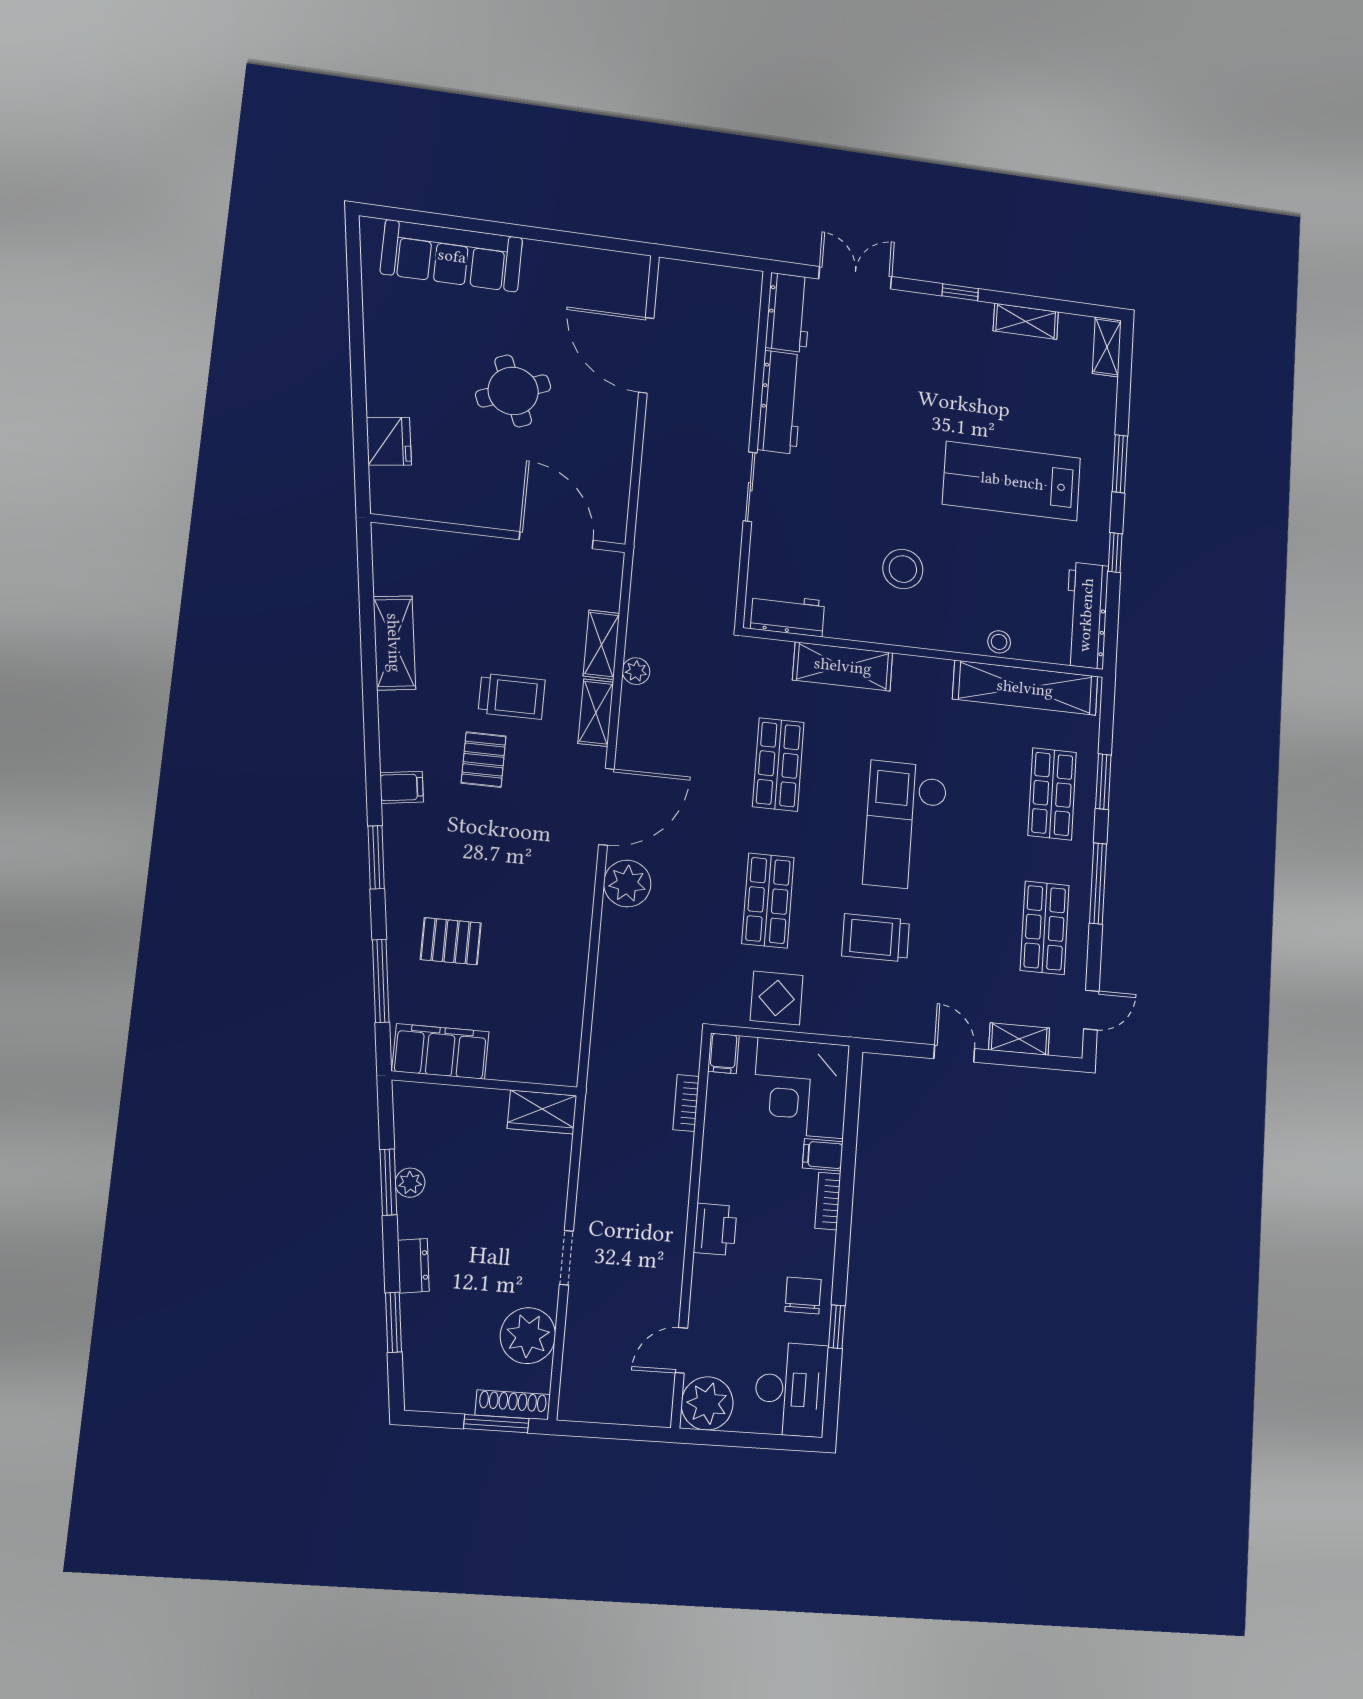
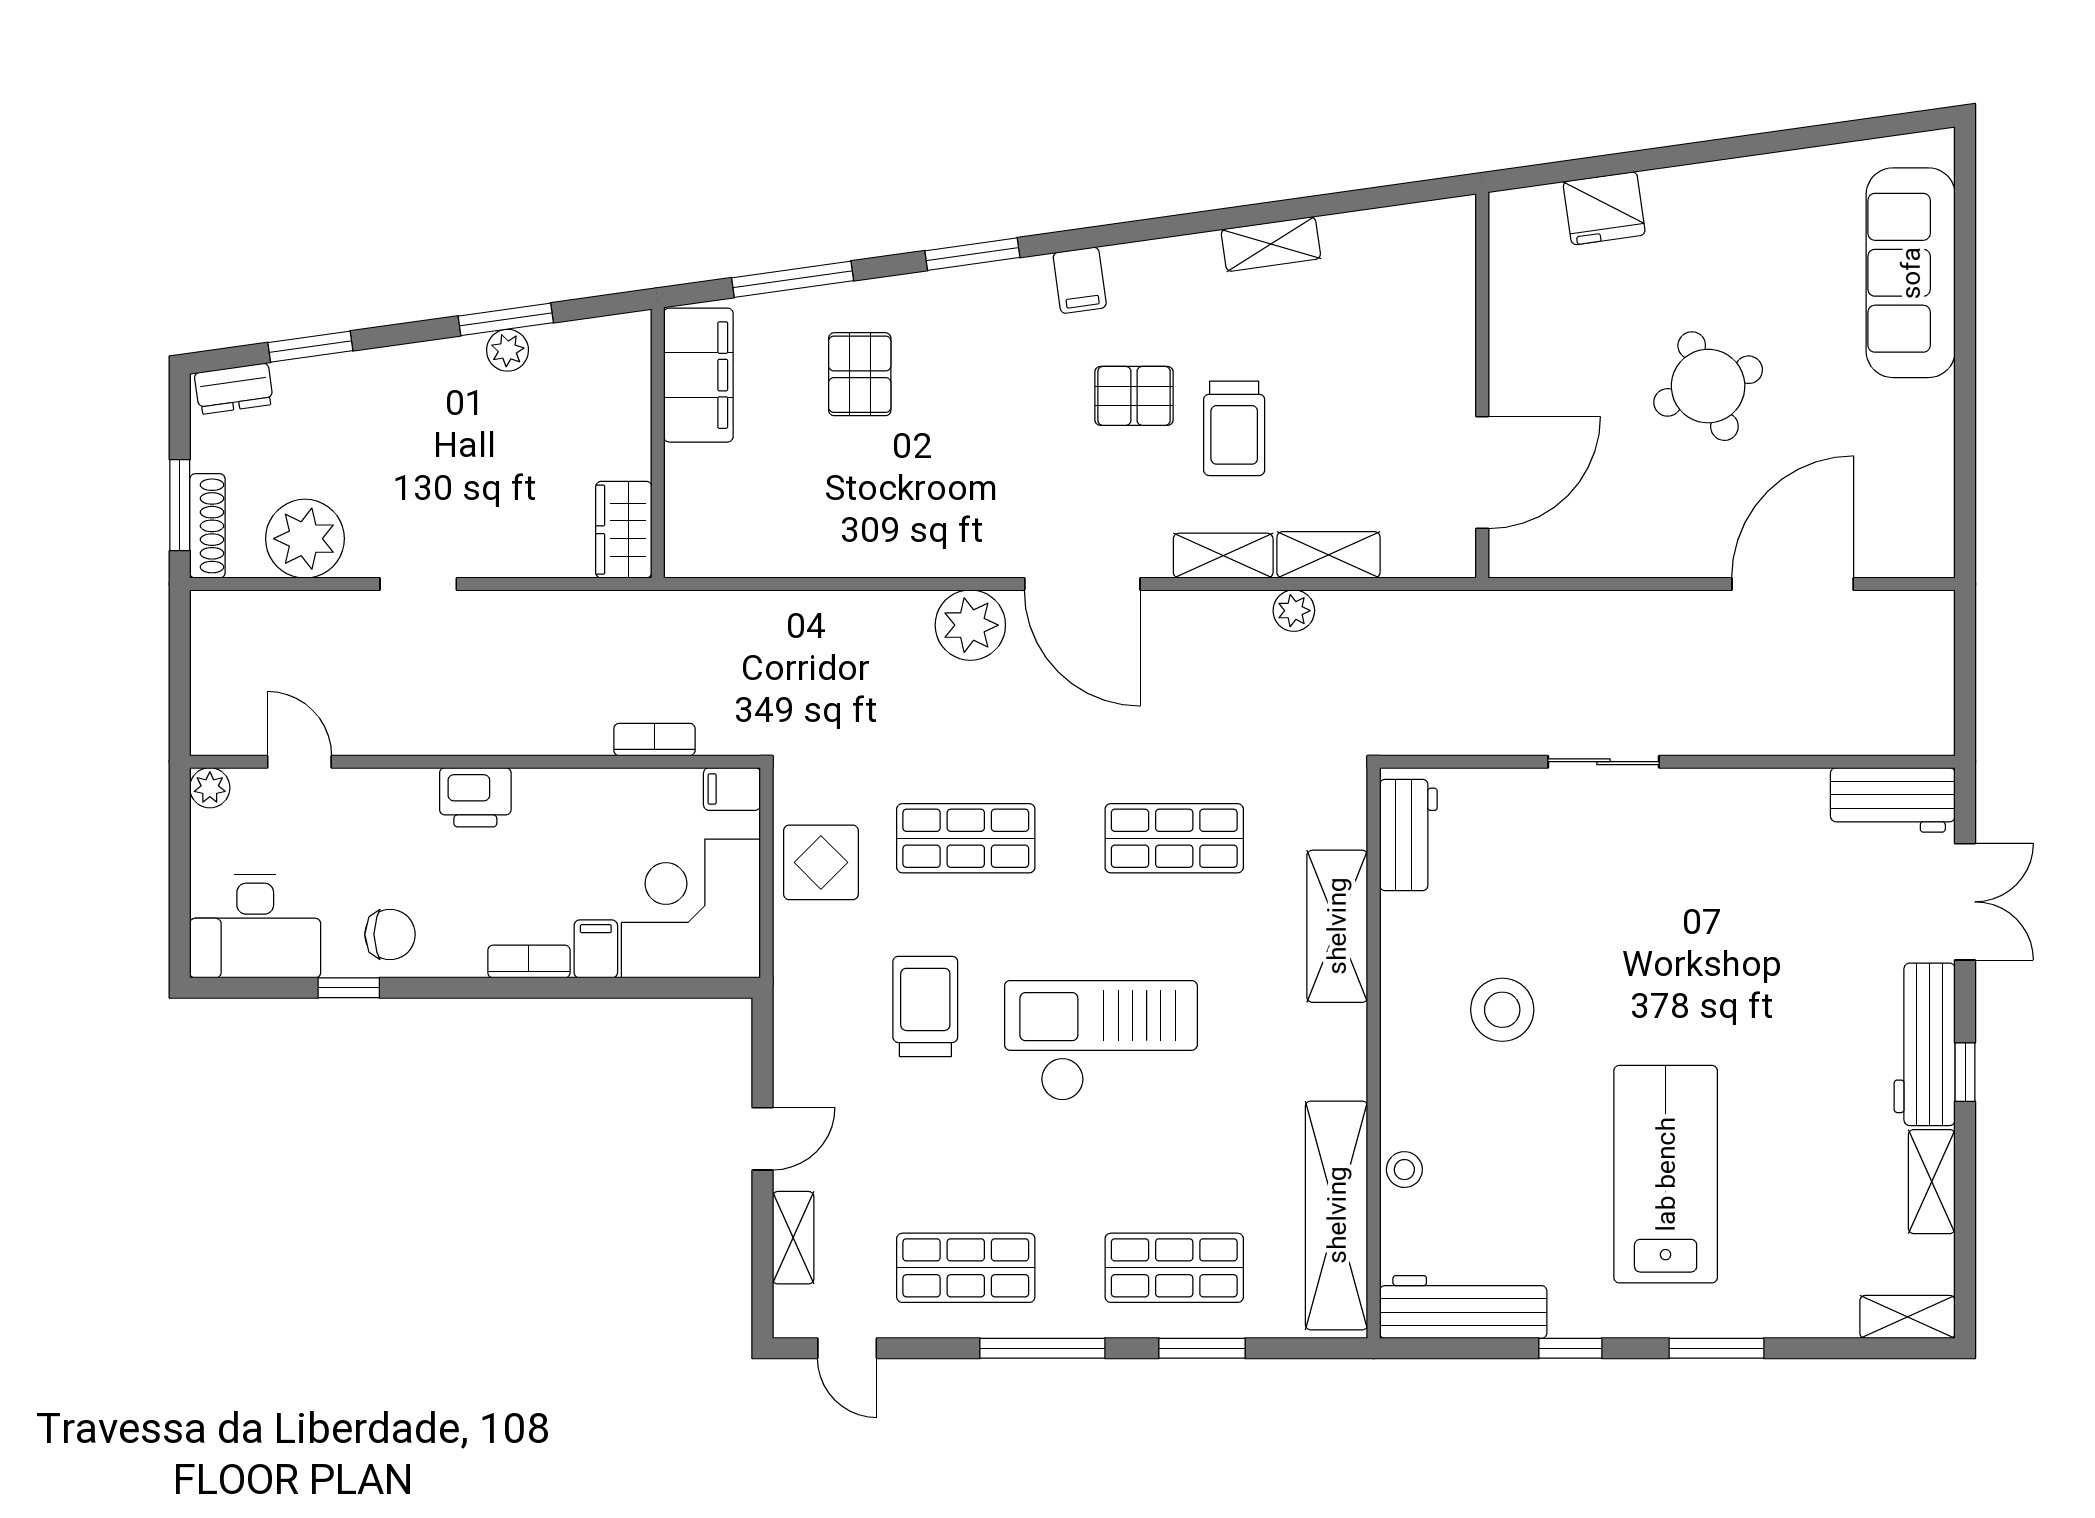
workbench: (780, 402) -> (1925, 1044), moved, turned 90
shelving: (394, 643) -> (1271, 244), width x0.67, depth x0.75
dresser: (413, 1266) -> (234, 389), moved
plant: (707, 1403) -> (210, 788), width x0.53, depth x0.53

